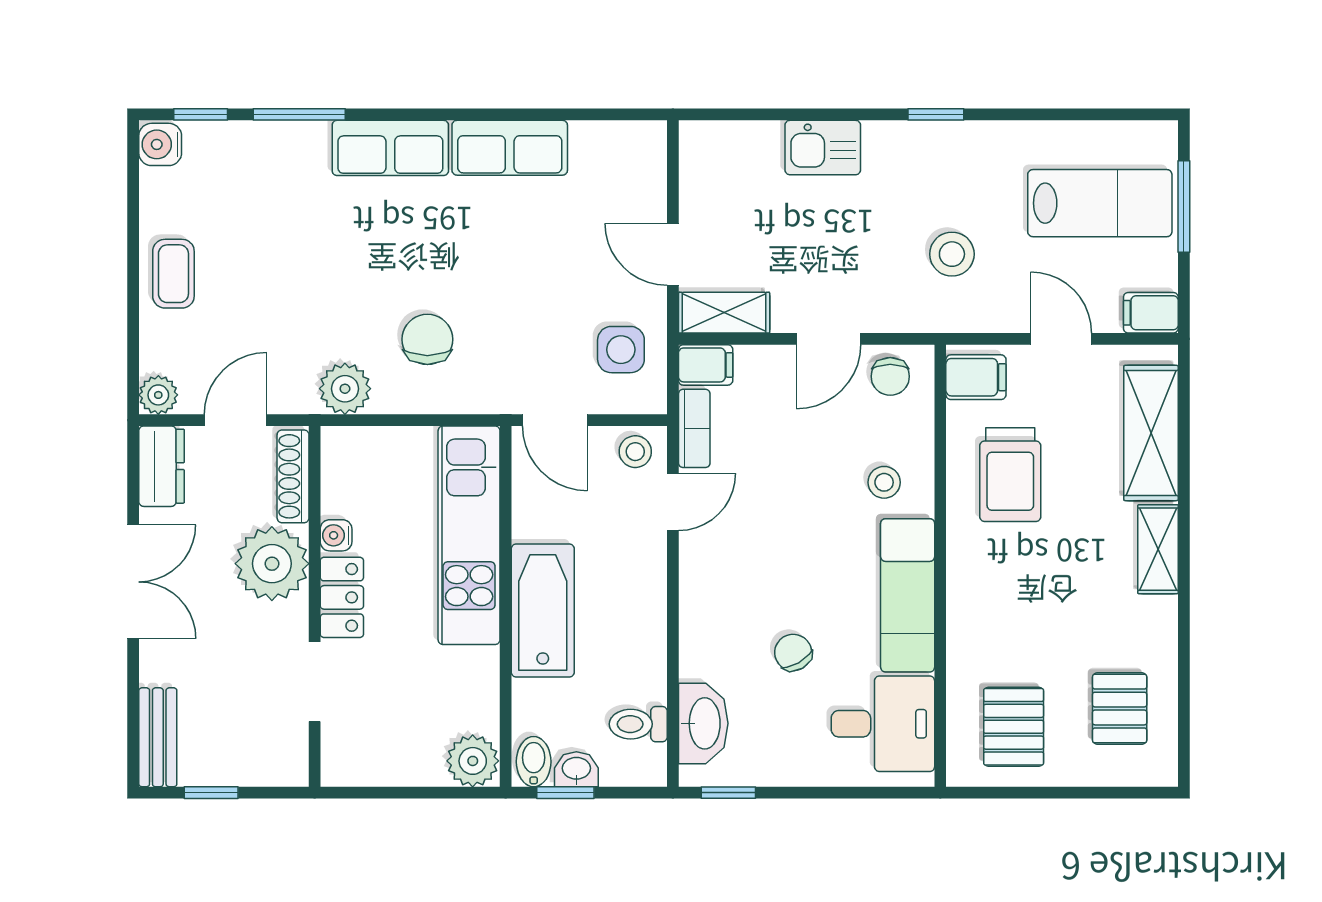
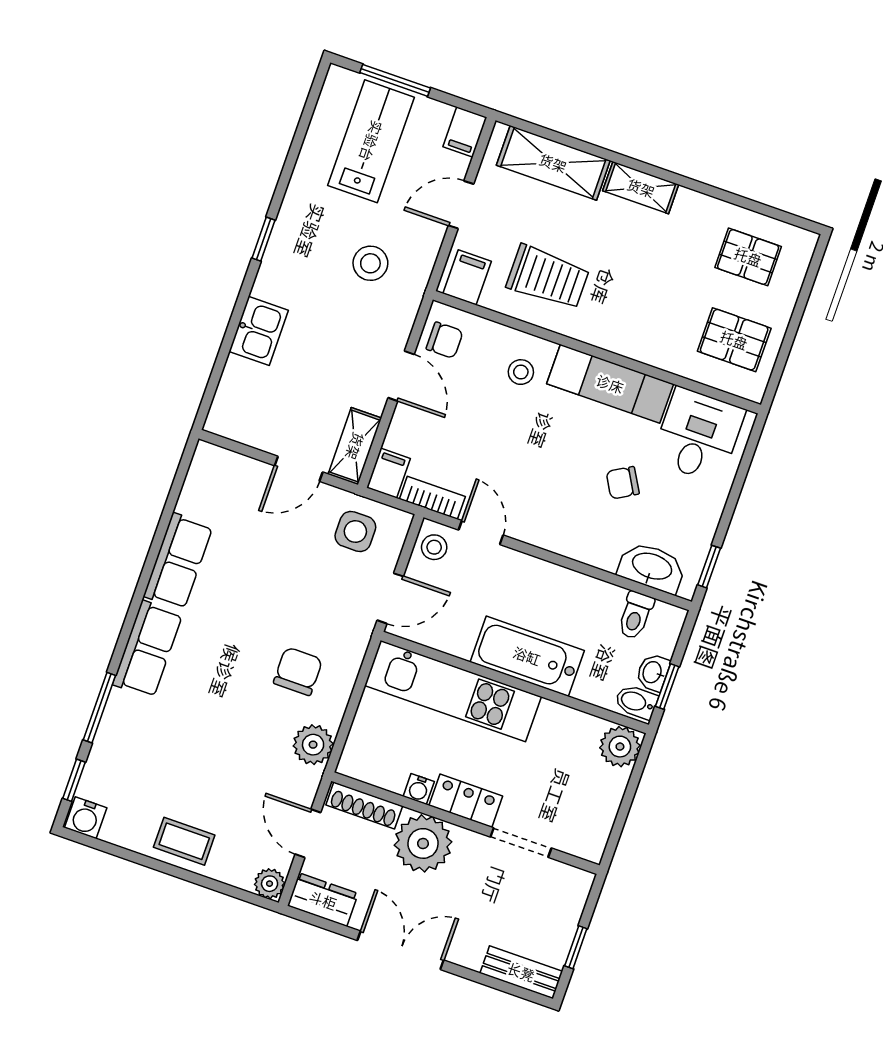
chair: (427, 339) -> (298, 671), turned 90

